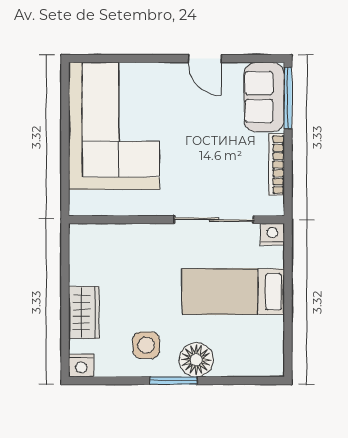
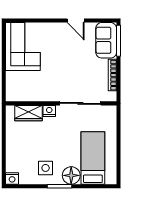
corner sofa: (114, 126) -> (23, 47), width x0.73, depth x0.74
nightstand: (272, 234) -> (49, 111), moved
bed: (233, 292) -> (93, 158), moved, turned 90
wardrobe: (84, 313) -> (29, 113), moved, turned 90

